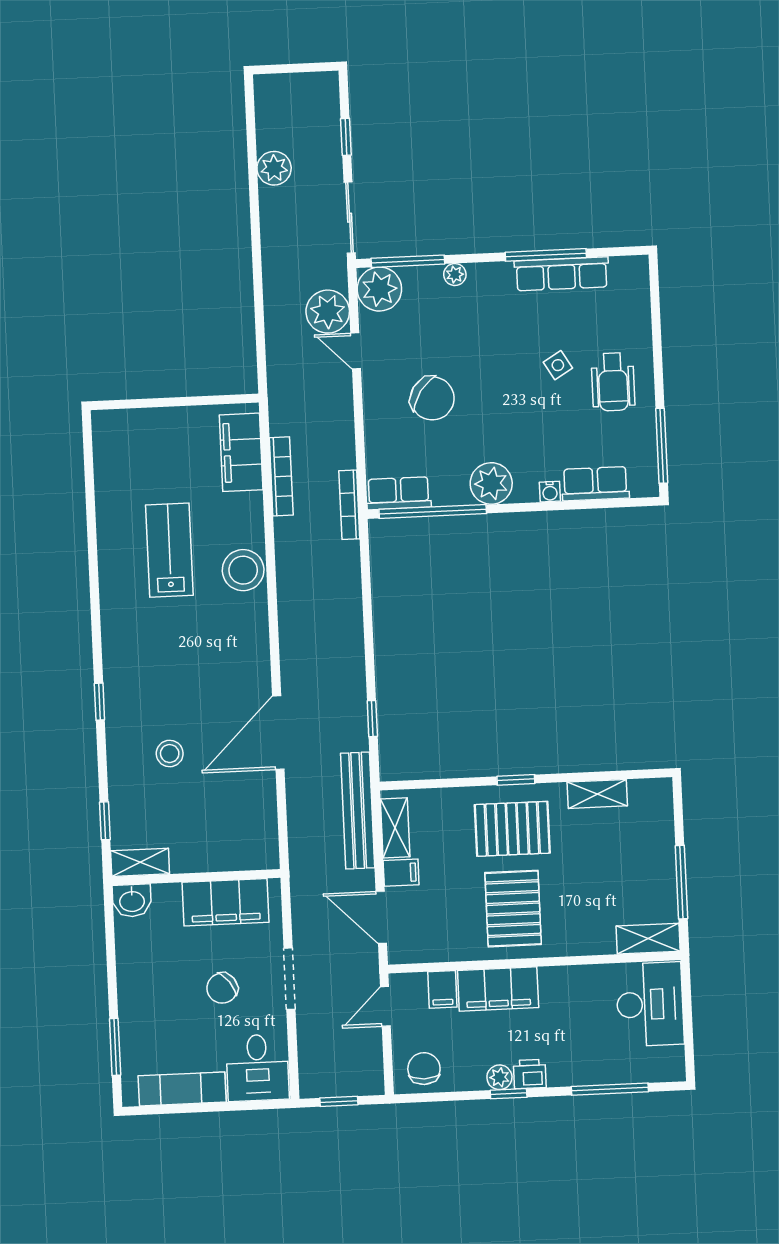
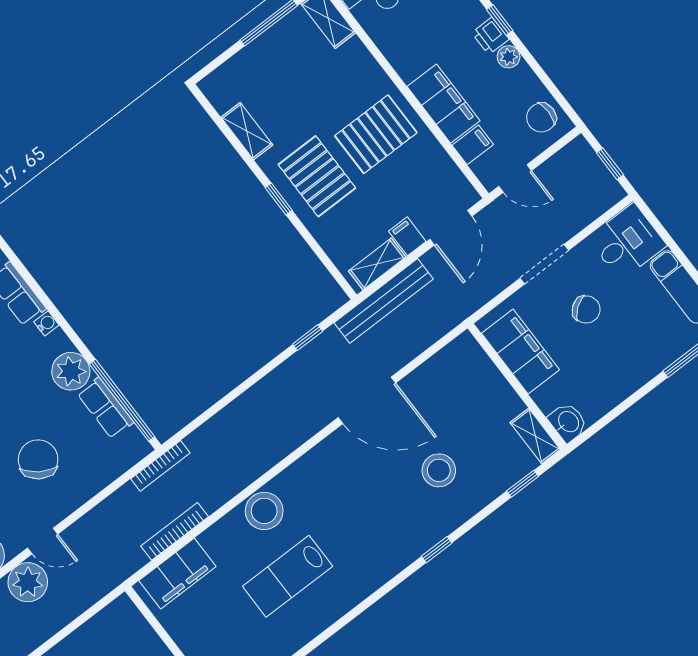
door: (356, 351) -> (43, 541), hinge flipped
row of seats: (399, 493) -> (105, 408), moved
stool: (170, 754) -> (439, 470), width x1.38, depth x1.38
window: (509, 1094) -> (500, 20), moved

